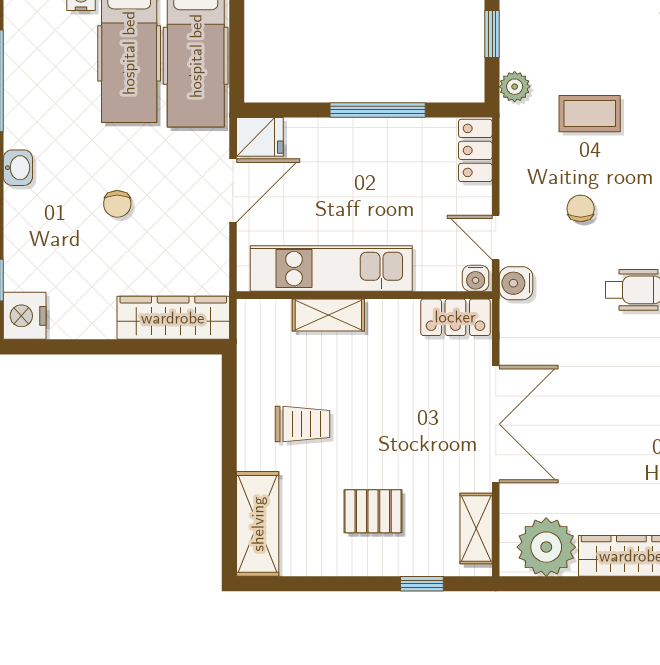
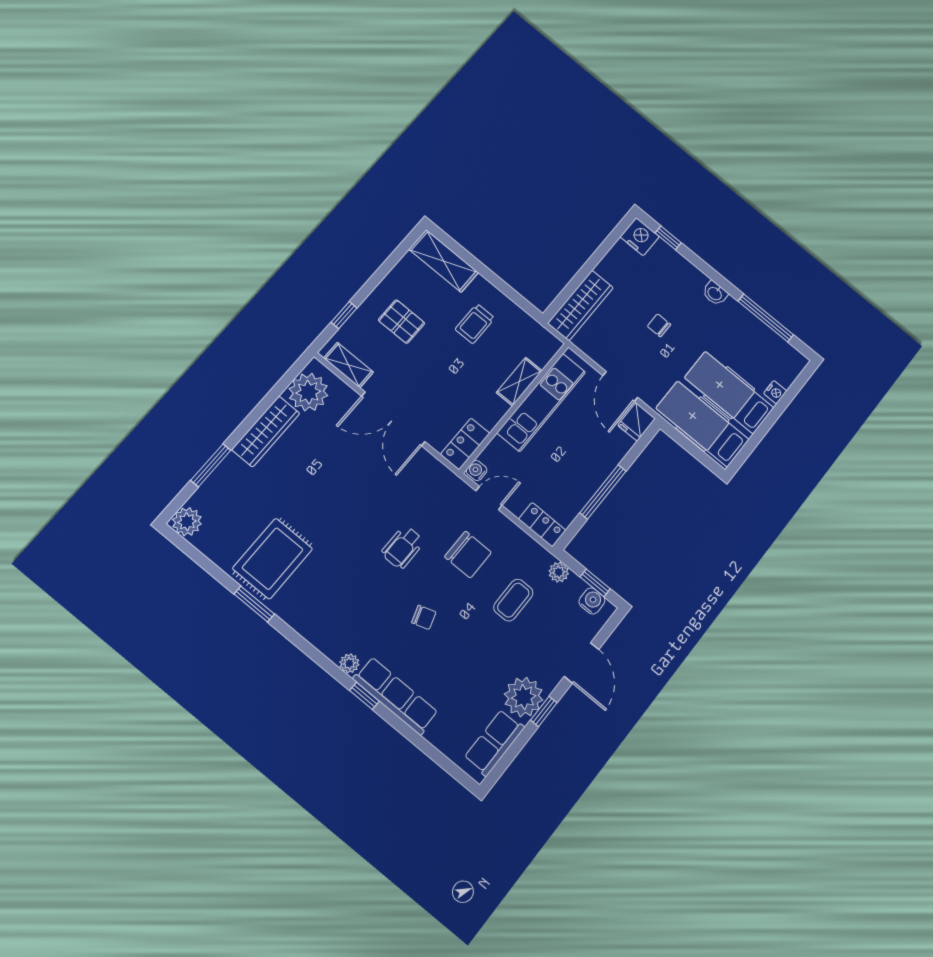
chair: (581, 208) -> (468, 554), width x1.87, depth x1.87
water cooler: (516, 283) -> (592, 601), moved
pallet: (373, 511) -> (401, 322), turned 90

